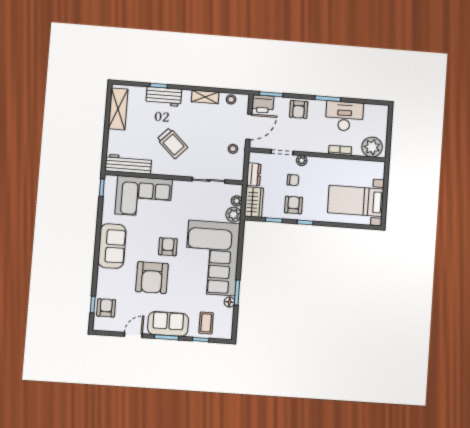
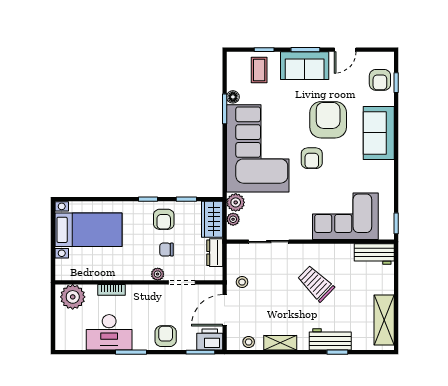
workbench: (128, 164) -> (374, 254), width x0.73
sofa: (112, 246) -> (379, 133), moved

